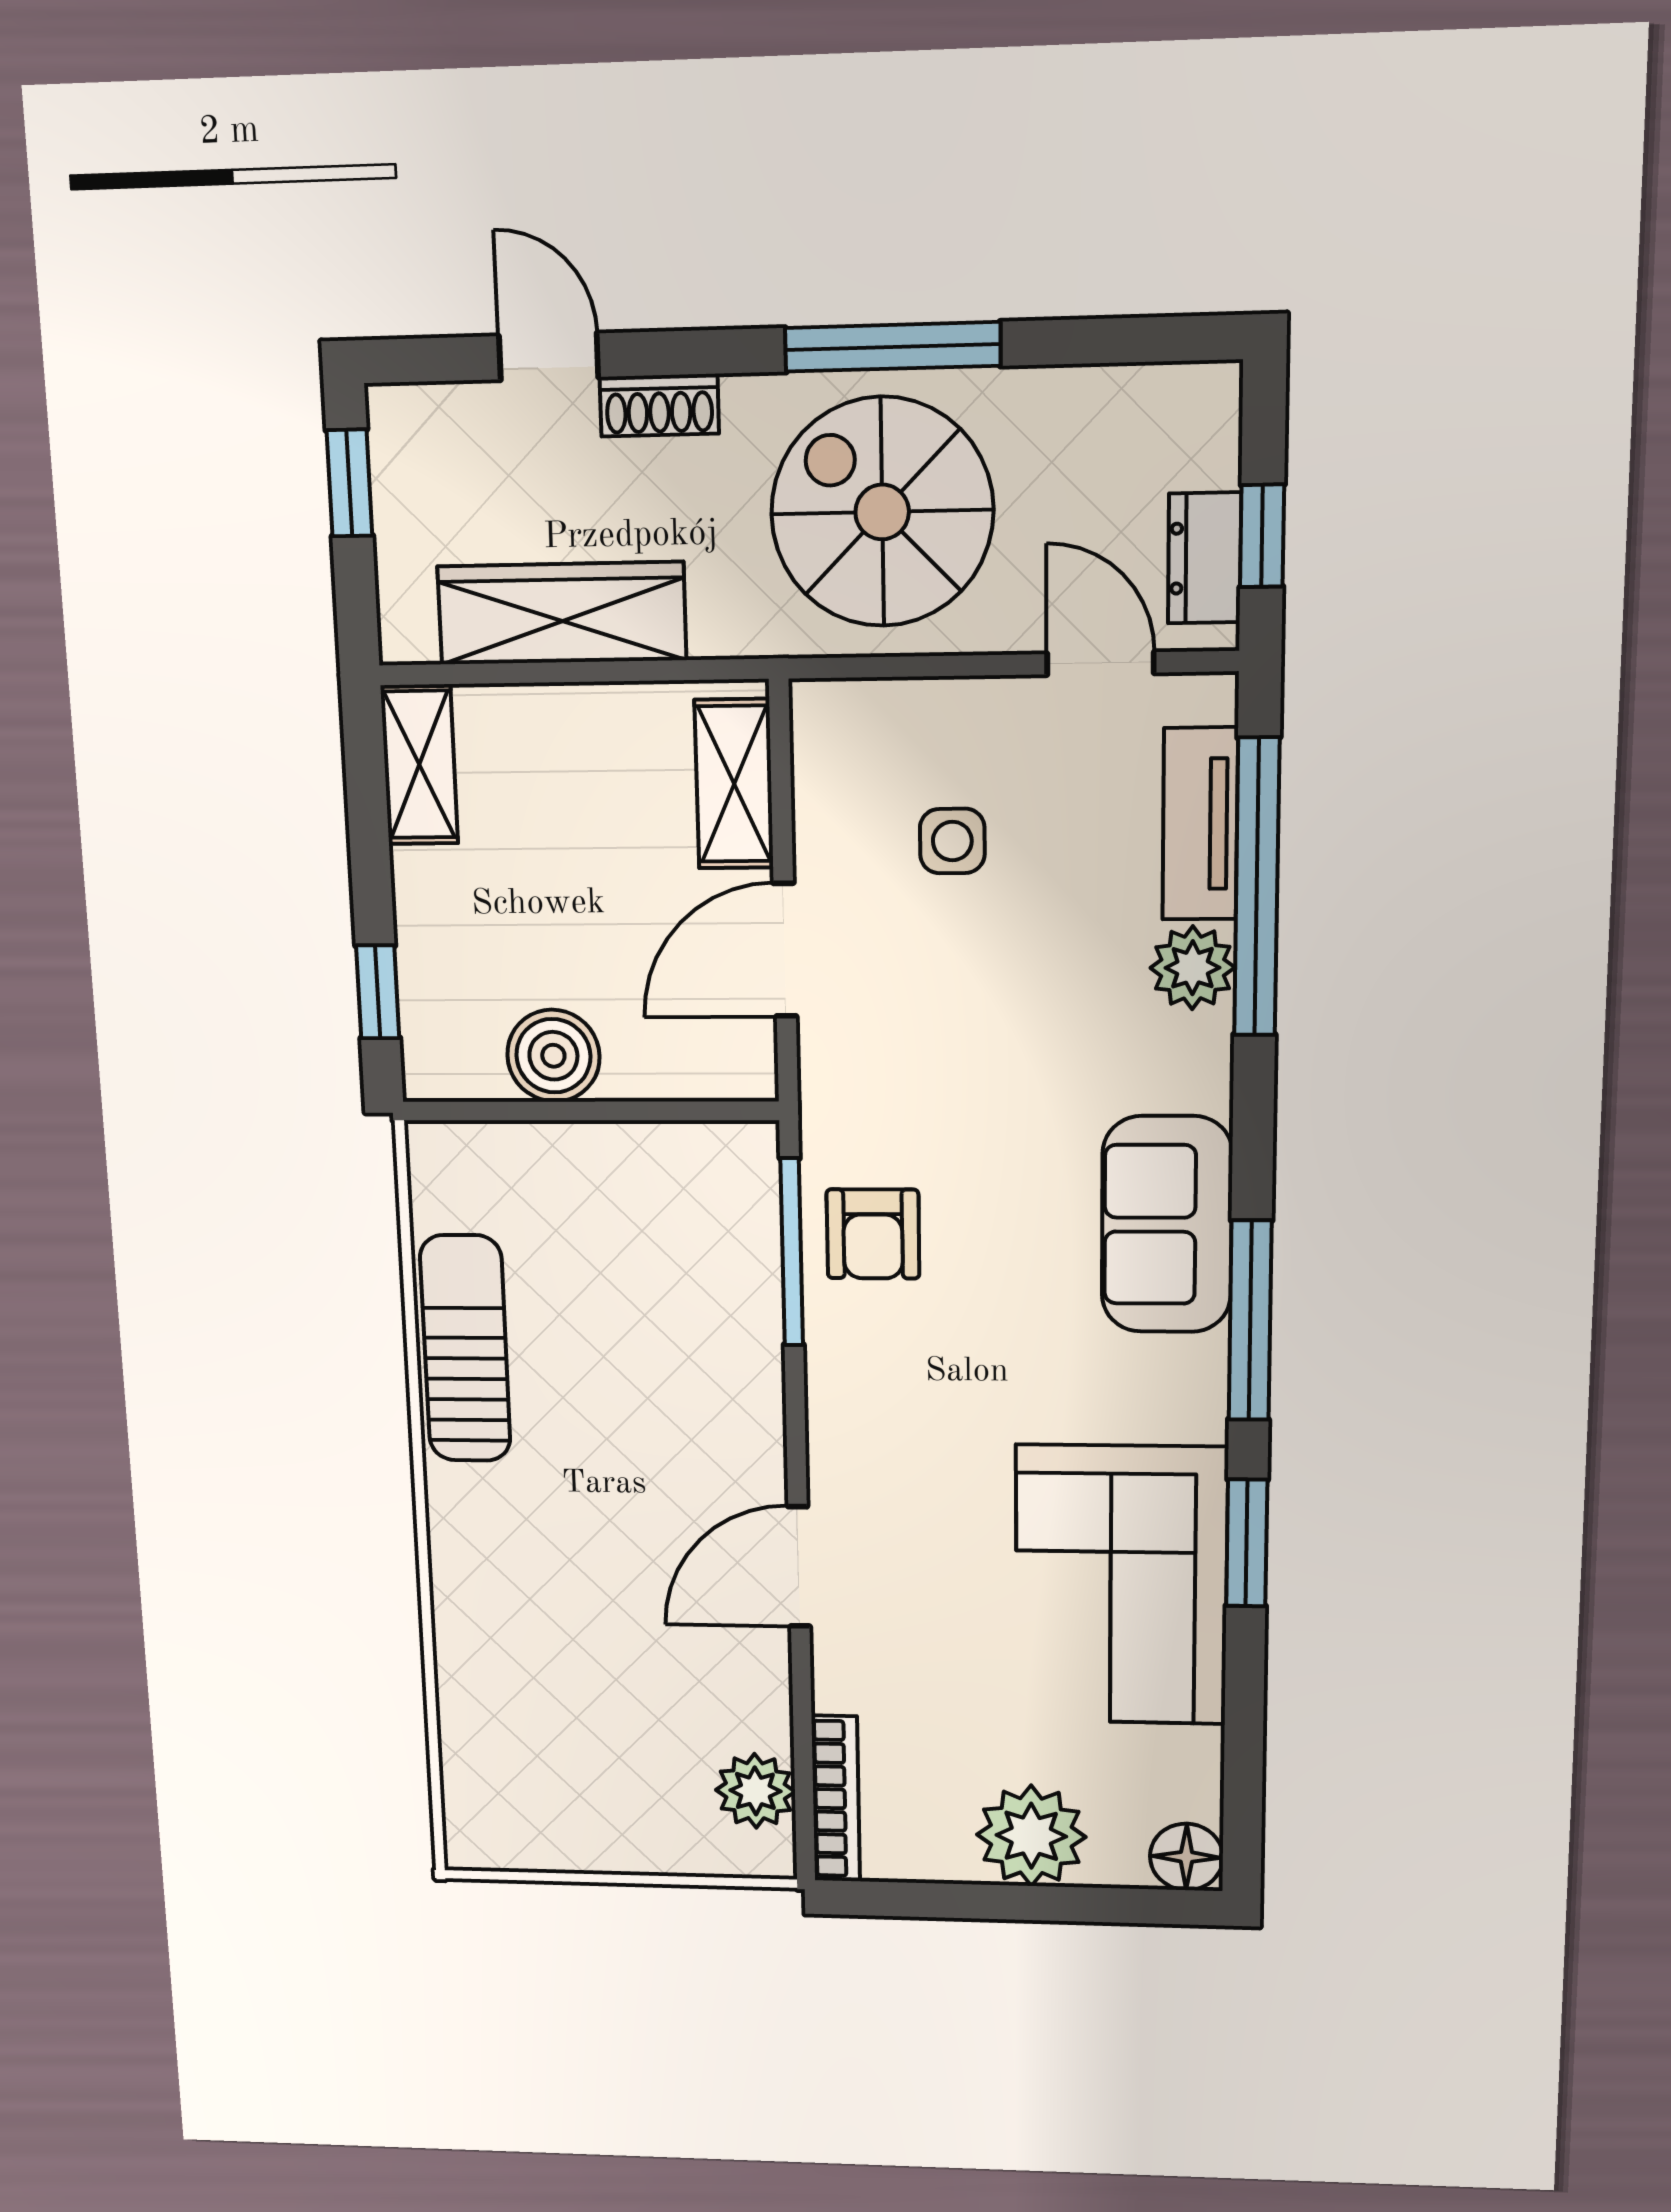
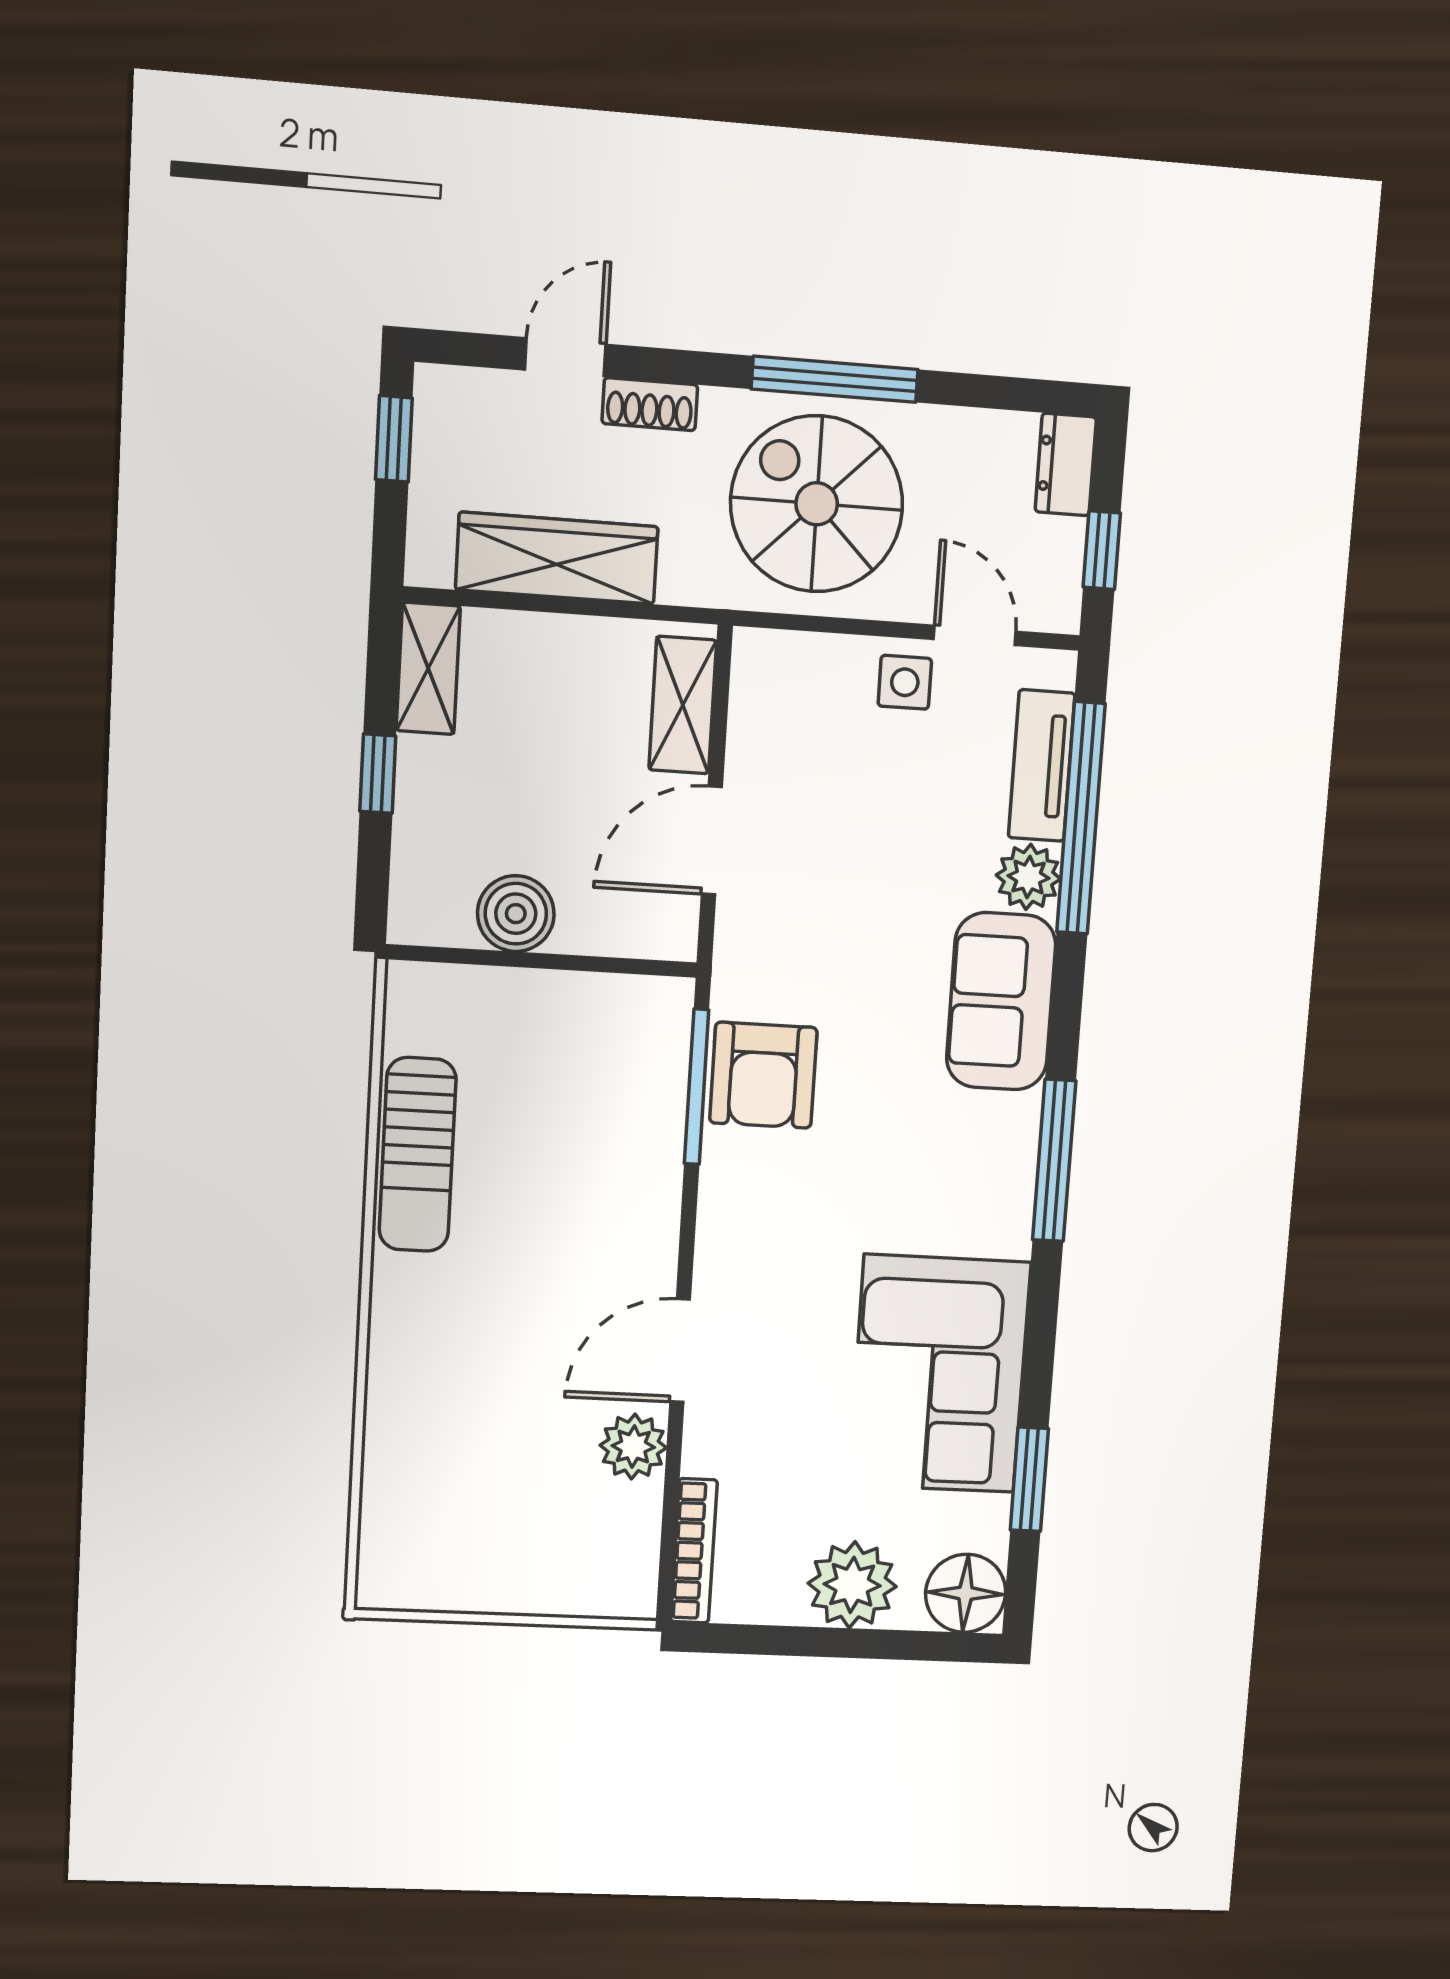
door: (549, 356) -> (565, 357), hinge flipped
dresser: (1205, 558) -> (1066, 464), moved
side table: (952, 841) -> (905, 682), moved
window: (378, 992) -> (378, 774), moved
sofa: (1167, 1225) -> (1001, 1001), moved
armchair: (873, 1234) -> (763, 1075), width x1.38, depth x1.38
sun lounger: (465, 1349) -> (418, 1155), turned 180
window: (1247, 1543) -> (1029, 1479), moved
plant: (755, 1791) -> (633, 1447), moved
floor lamp: (1186, 1857) -> (966, 1593), width x1.38, depth x1.38

